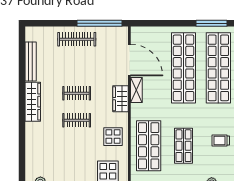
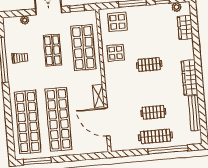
window: (100, 23) -> (168, 150), moved
clothes rail: (77, 93) -> (153, 112), moved
wardrobe: (121, 99) -> (185, 27), moved, turned 180

